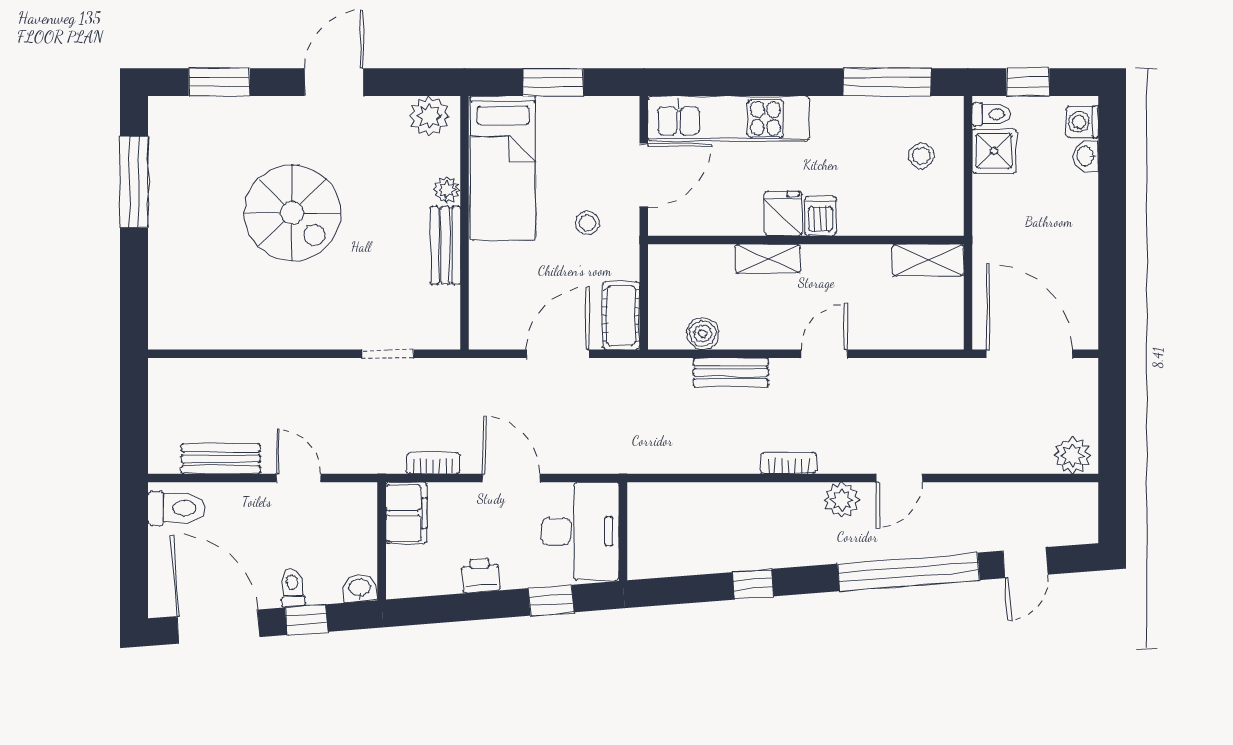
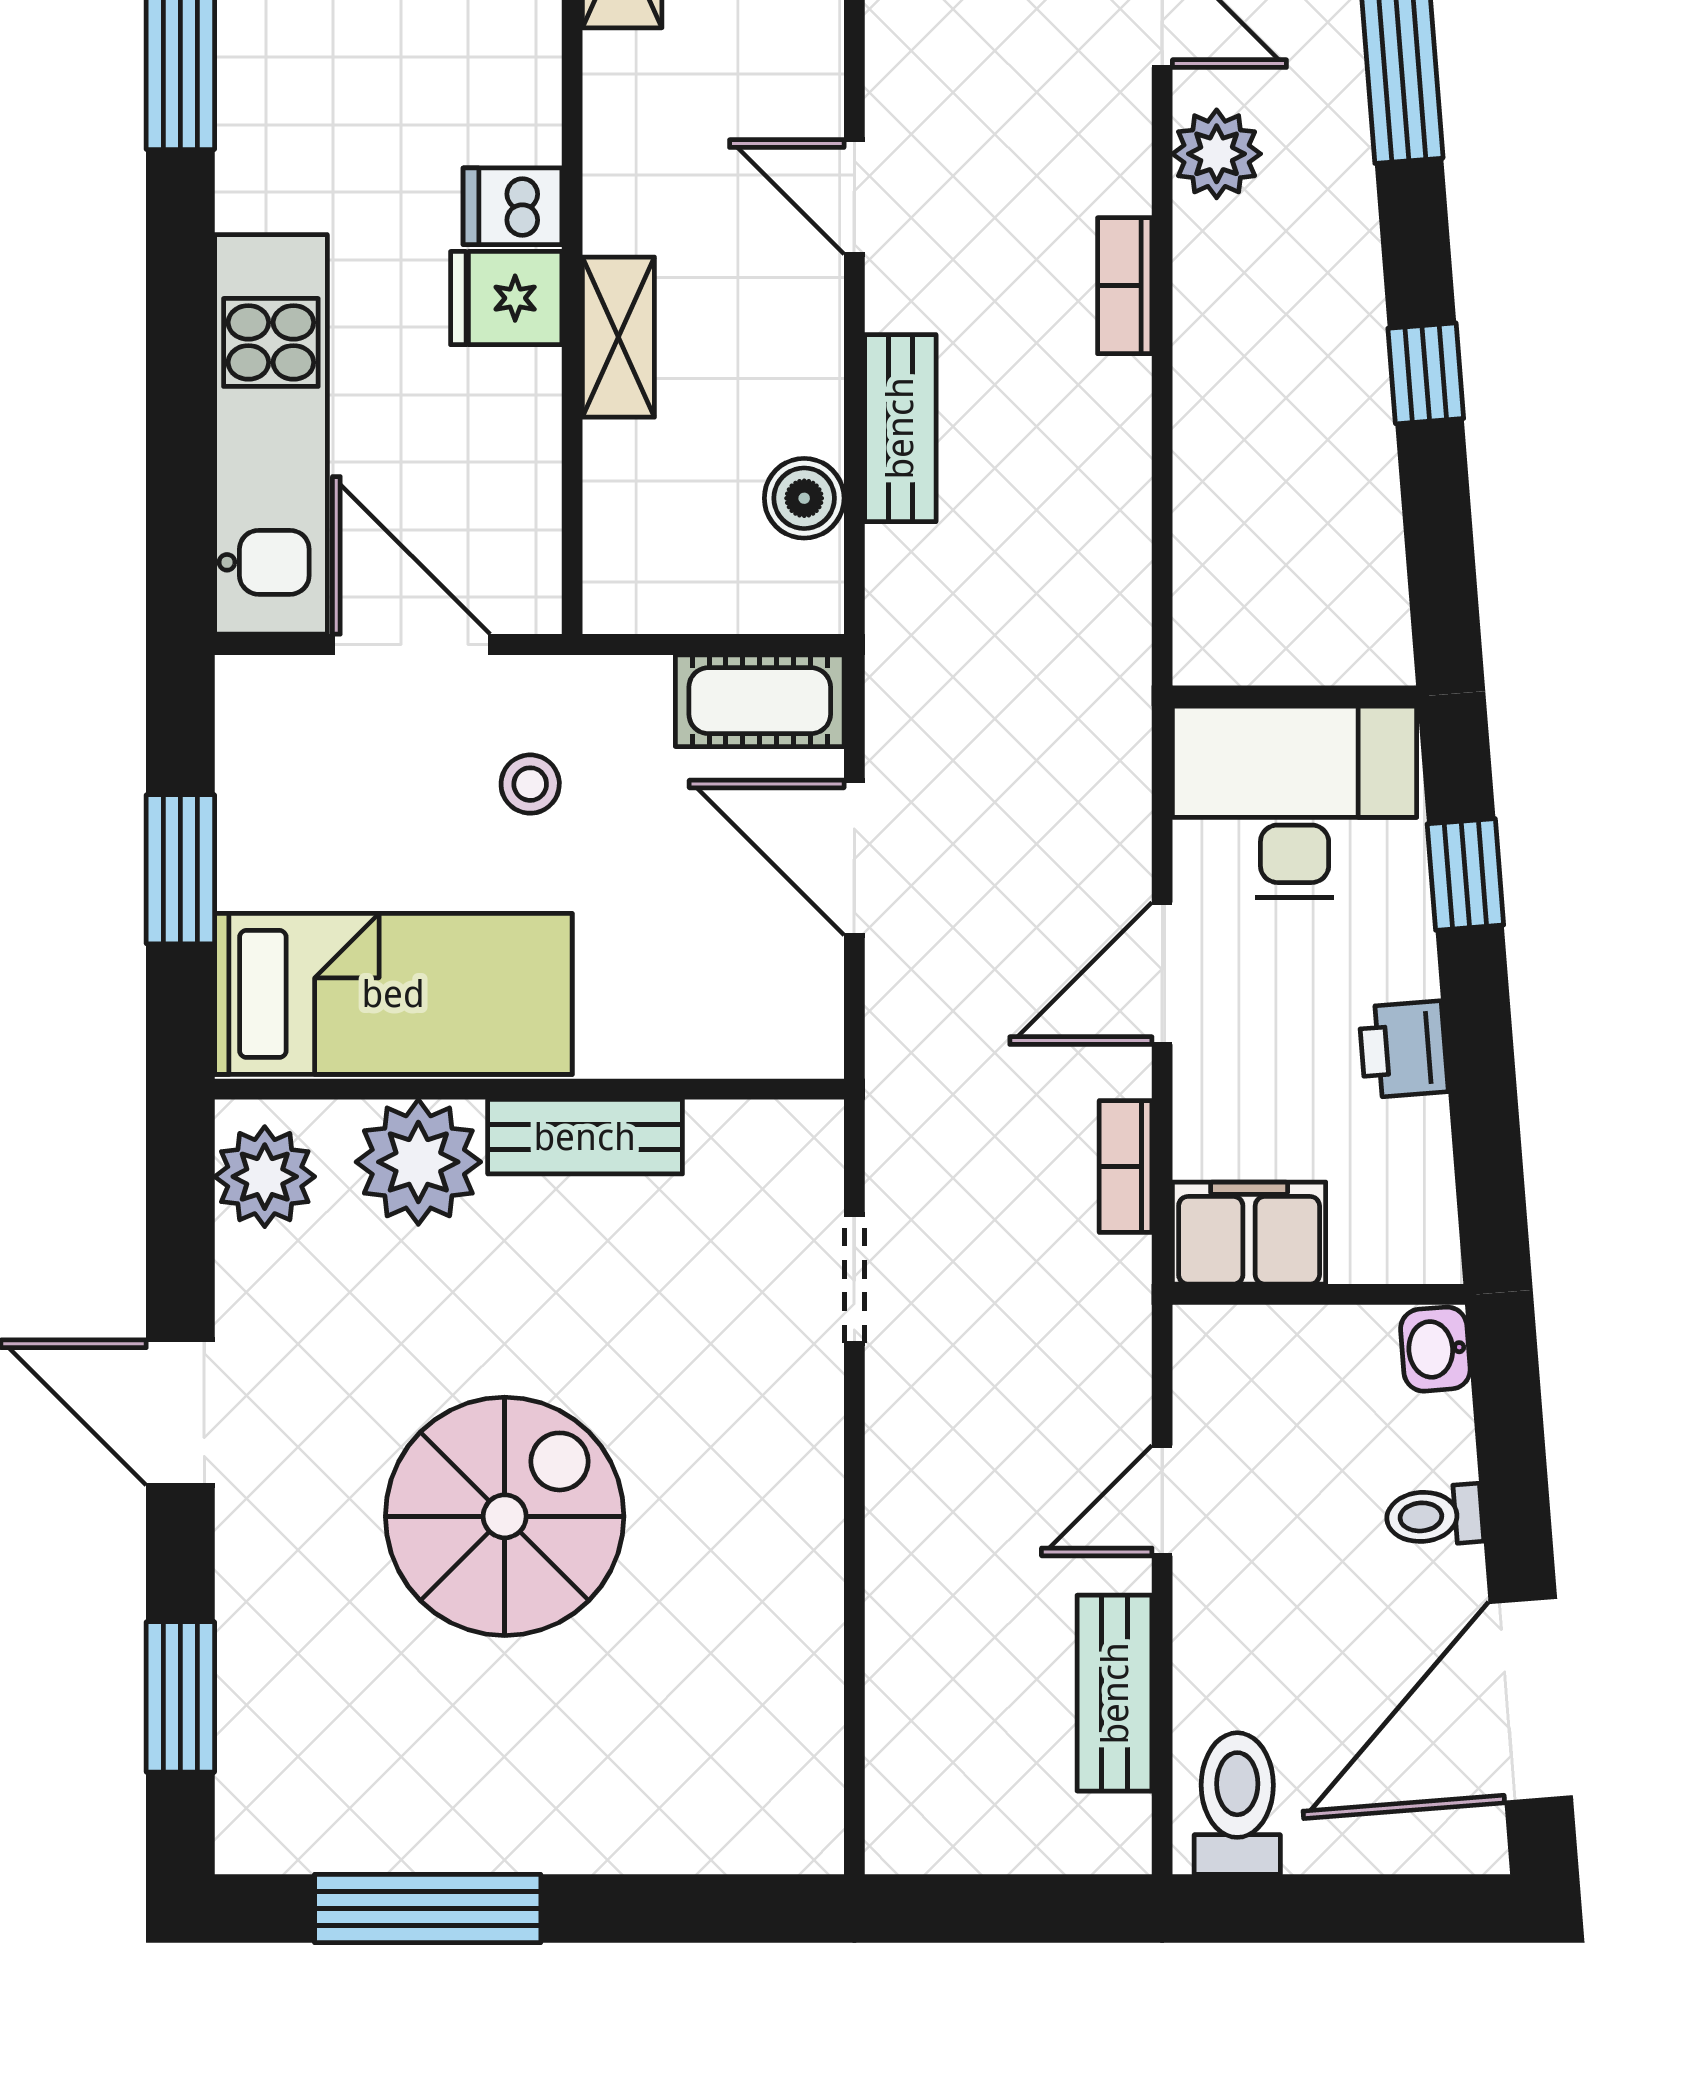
plant: (447, 190) -> (418, 1162), width x1.88, depth x1.88
window: (306, 620) -> (1513, 1481), removed

